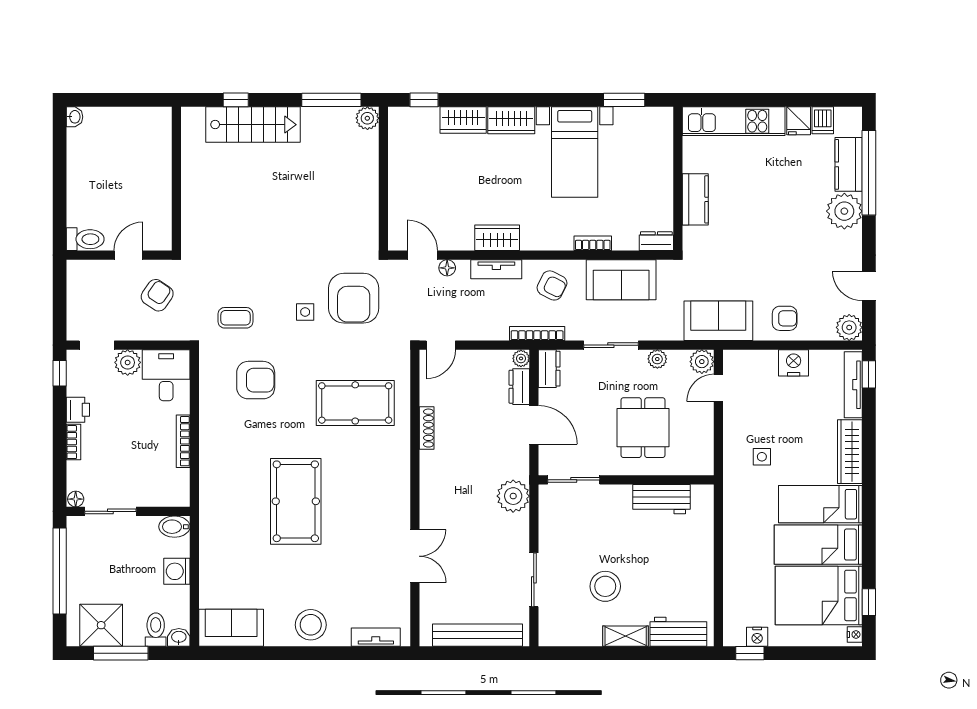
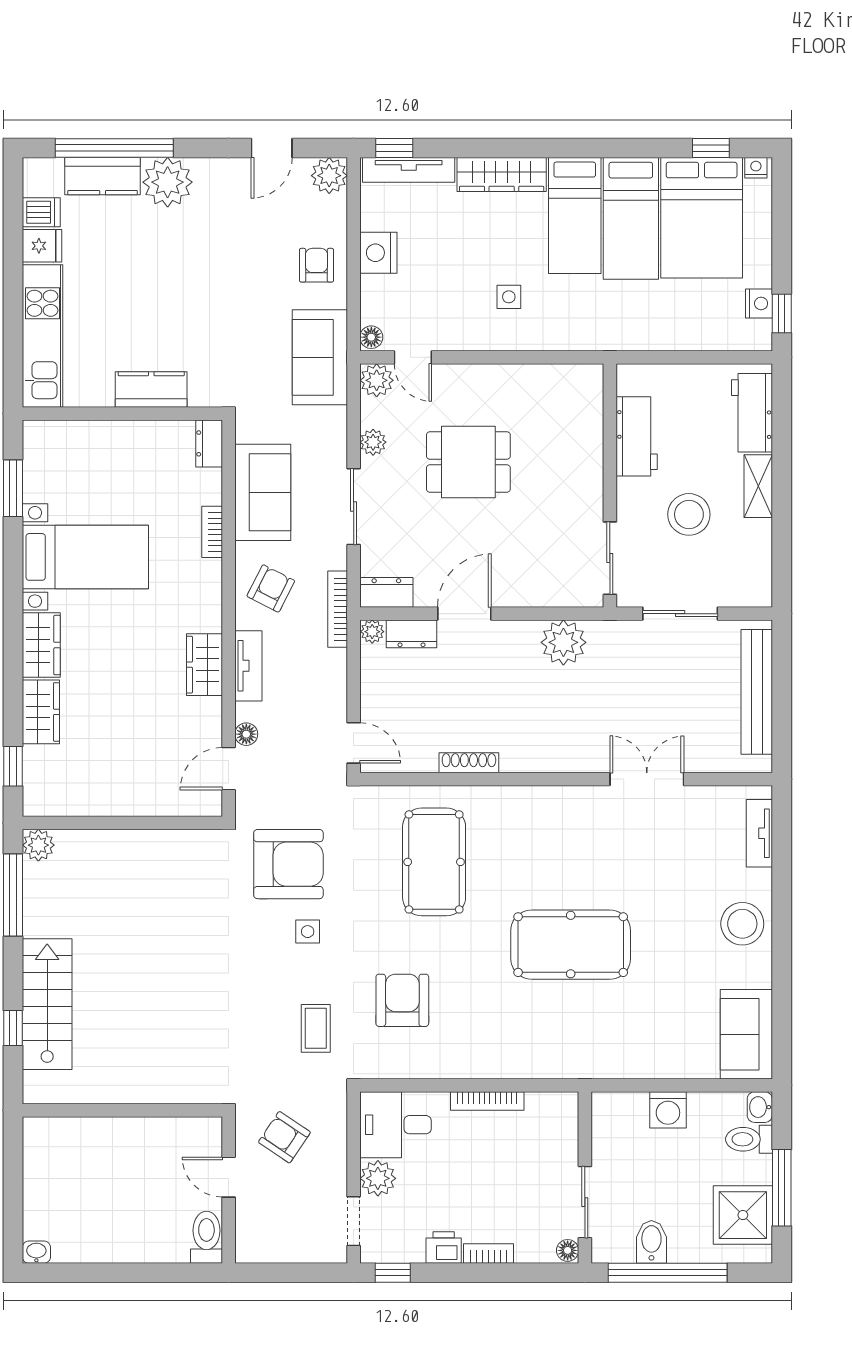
floor lamp: (733, 358) -> (371, 337), added
sliding door: (574, 480) -> (610, 558), moved
wall: (626, 480) -> (610, 485), moved
workbench: (661, 499) -> (637, 436), moved
bidet: (174, 527) -> (651, 1242), moved, turned 180

